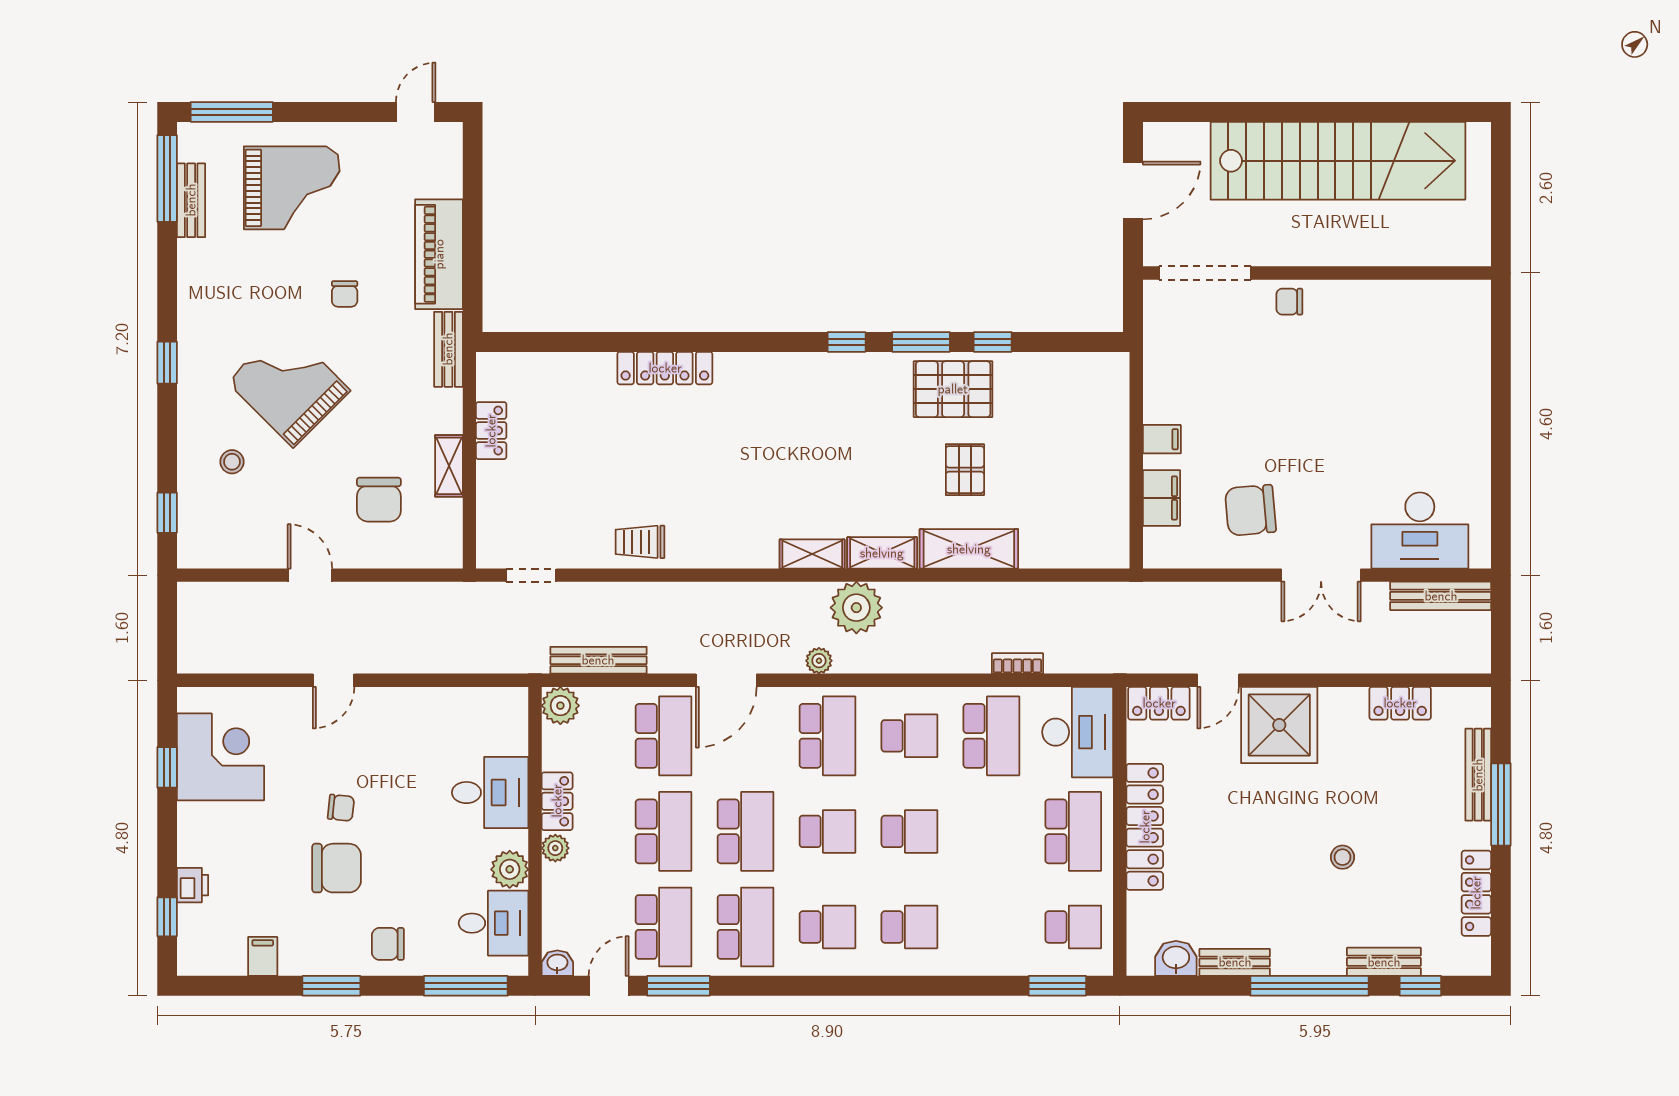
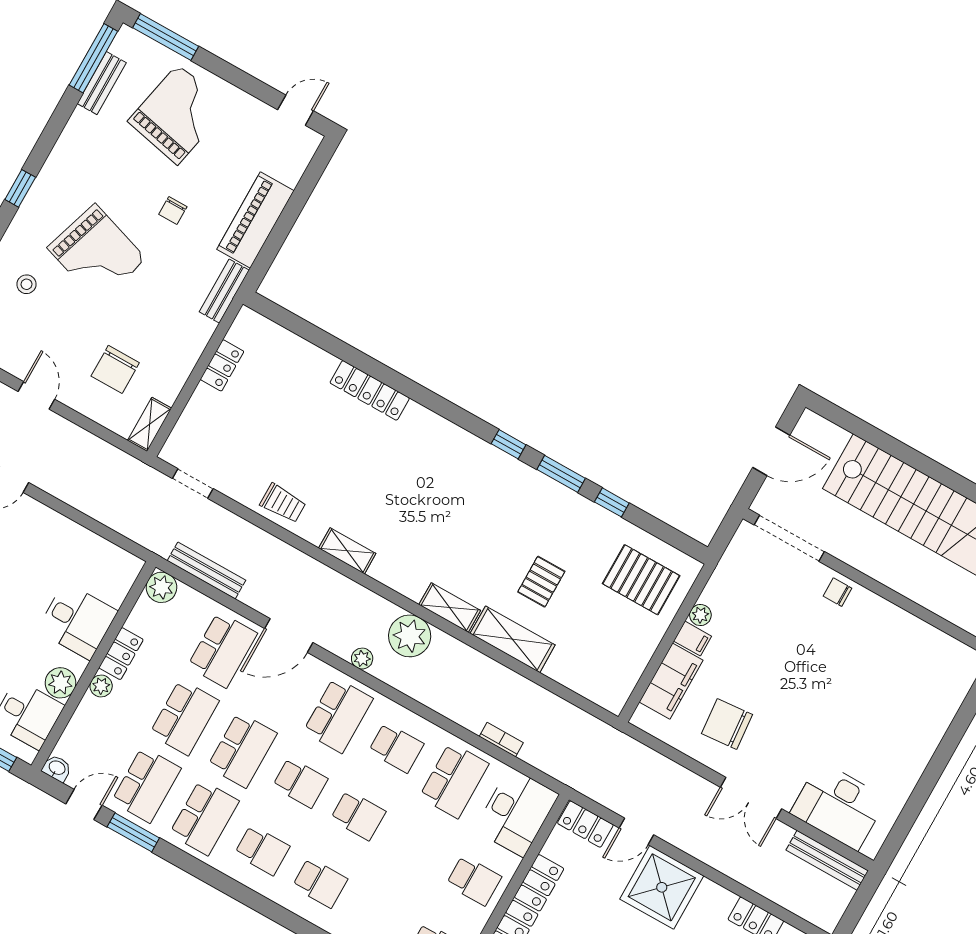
grand piano: (292, 188) -> (178, 114), turned -78
grand piano: (289, 386) -> (97, 253), turned 153
pallet: (953, 389) -> (641, 580), moved
plant: (1156, 409) -> (700, 615), added
shelving: (449, 466) -> (150, 424), moved
filing cabinet: (1161, 498) -> (671, 681), width x1.50, depth x1.17
trolley: (640, 542) -> (283, 503), turned 180
shelving: (812, 554) -> (347, 551), moved
school desk: (1073, 831) -> (474, 880), width x0.54

